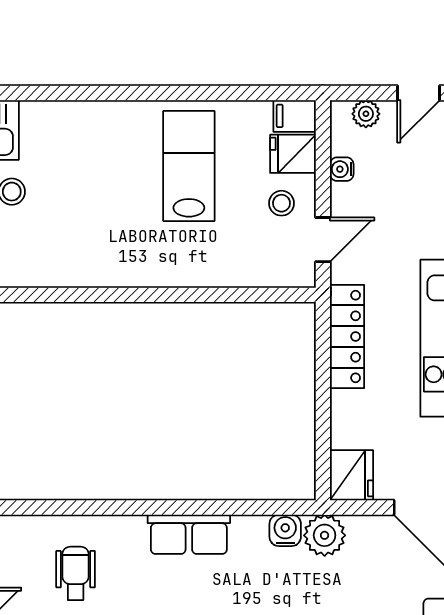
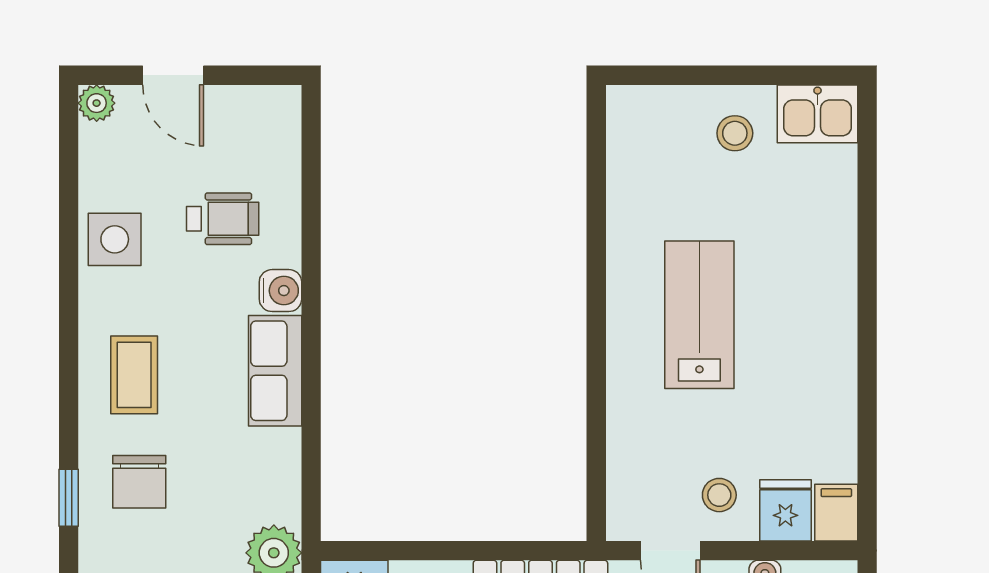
lab bench: (189, 166) -> (699, 315), moved, turned -90
water cooler: (285, 530) -> (280, 291), moved

